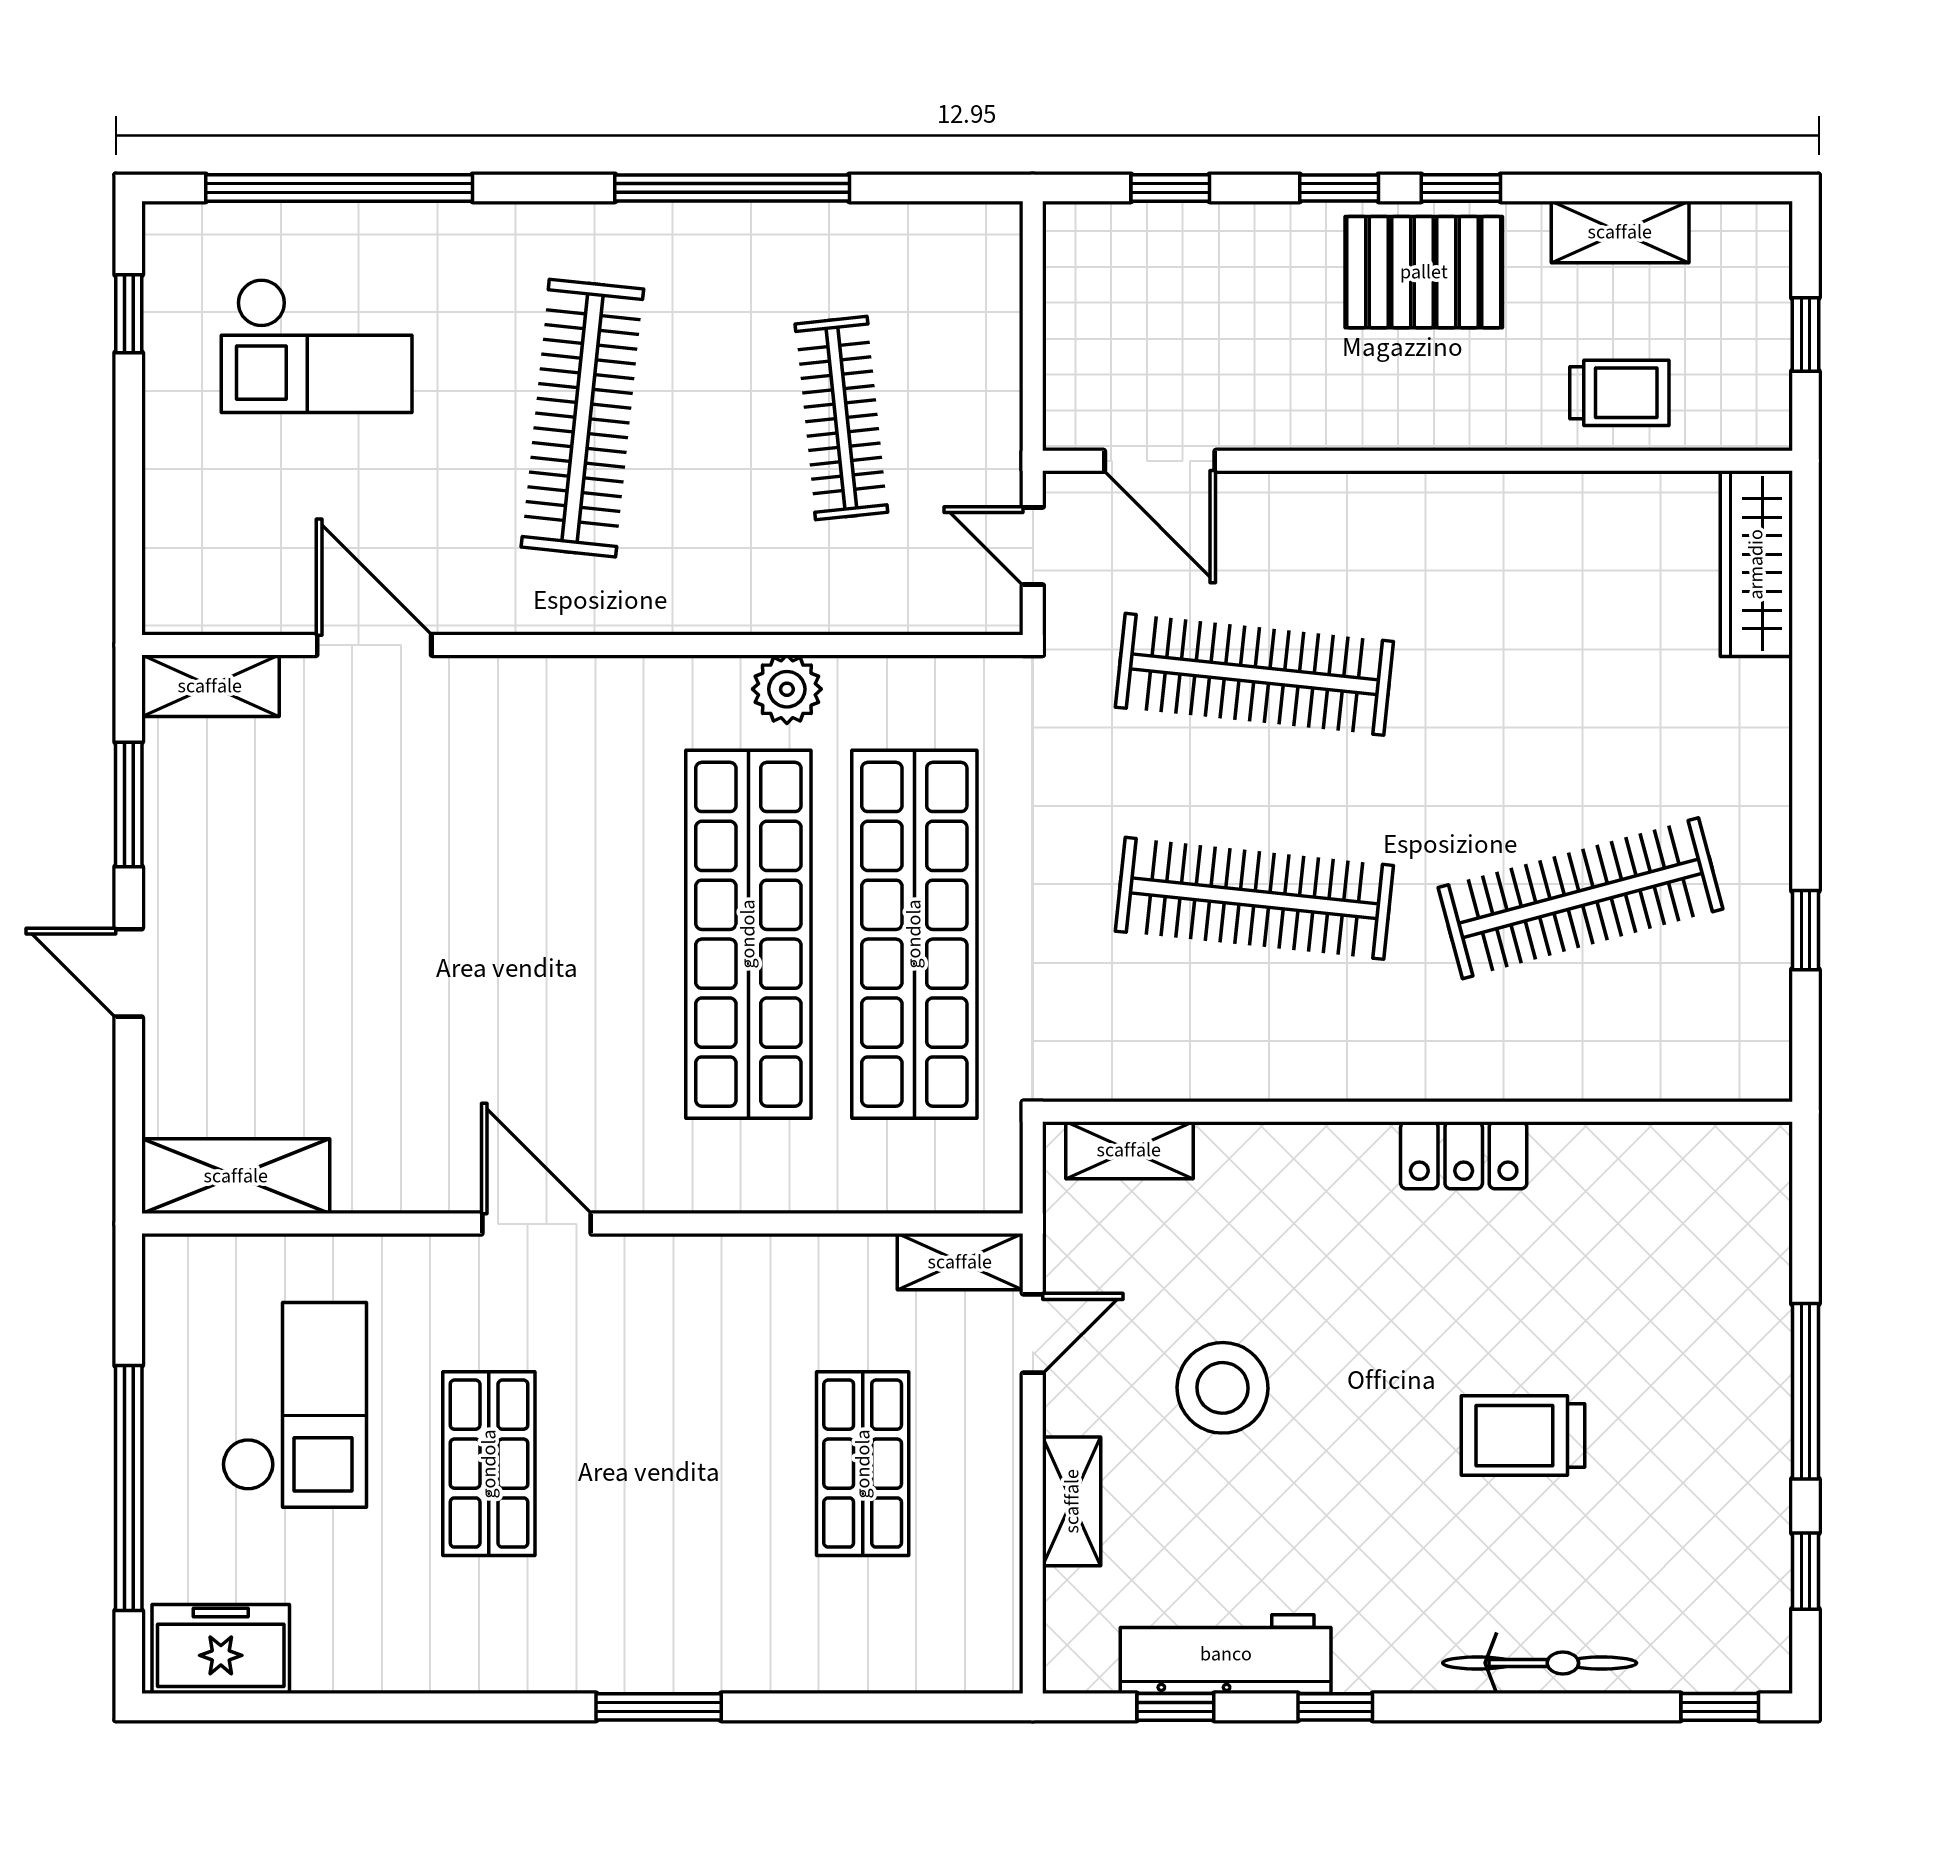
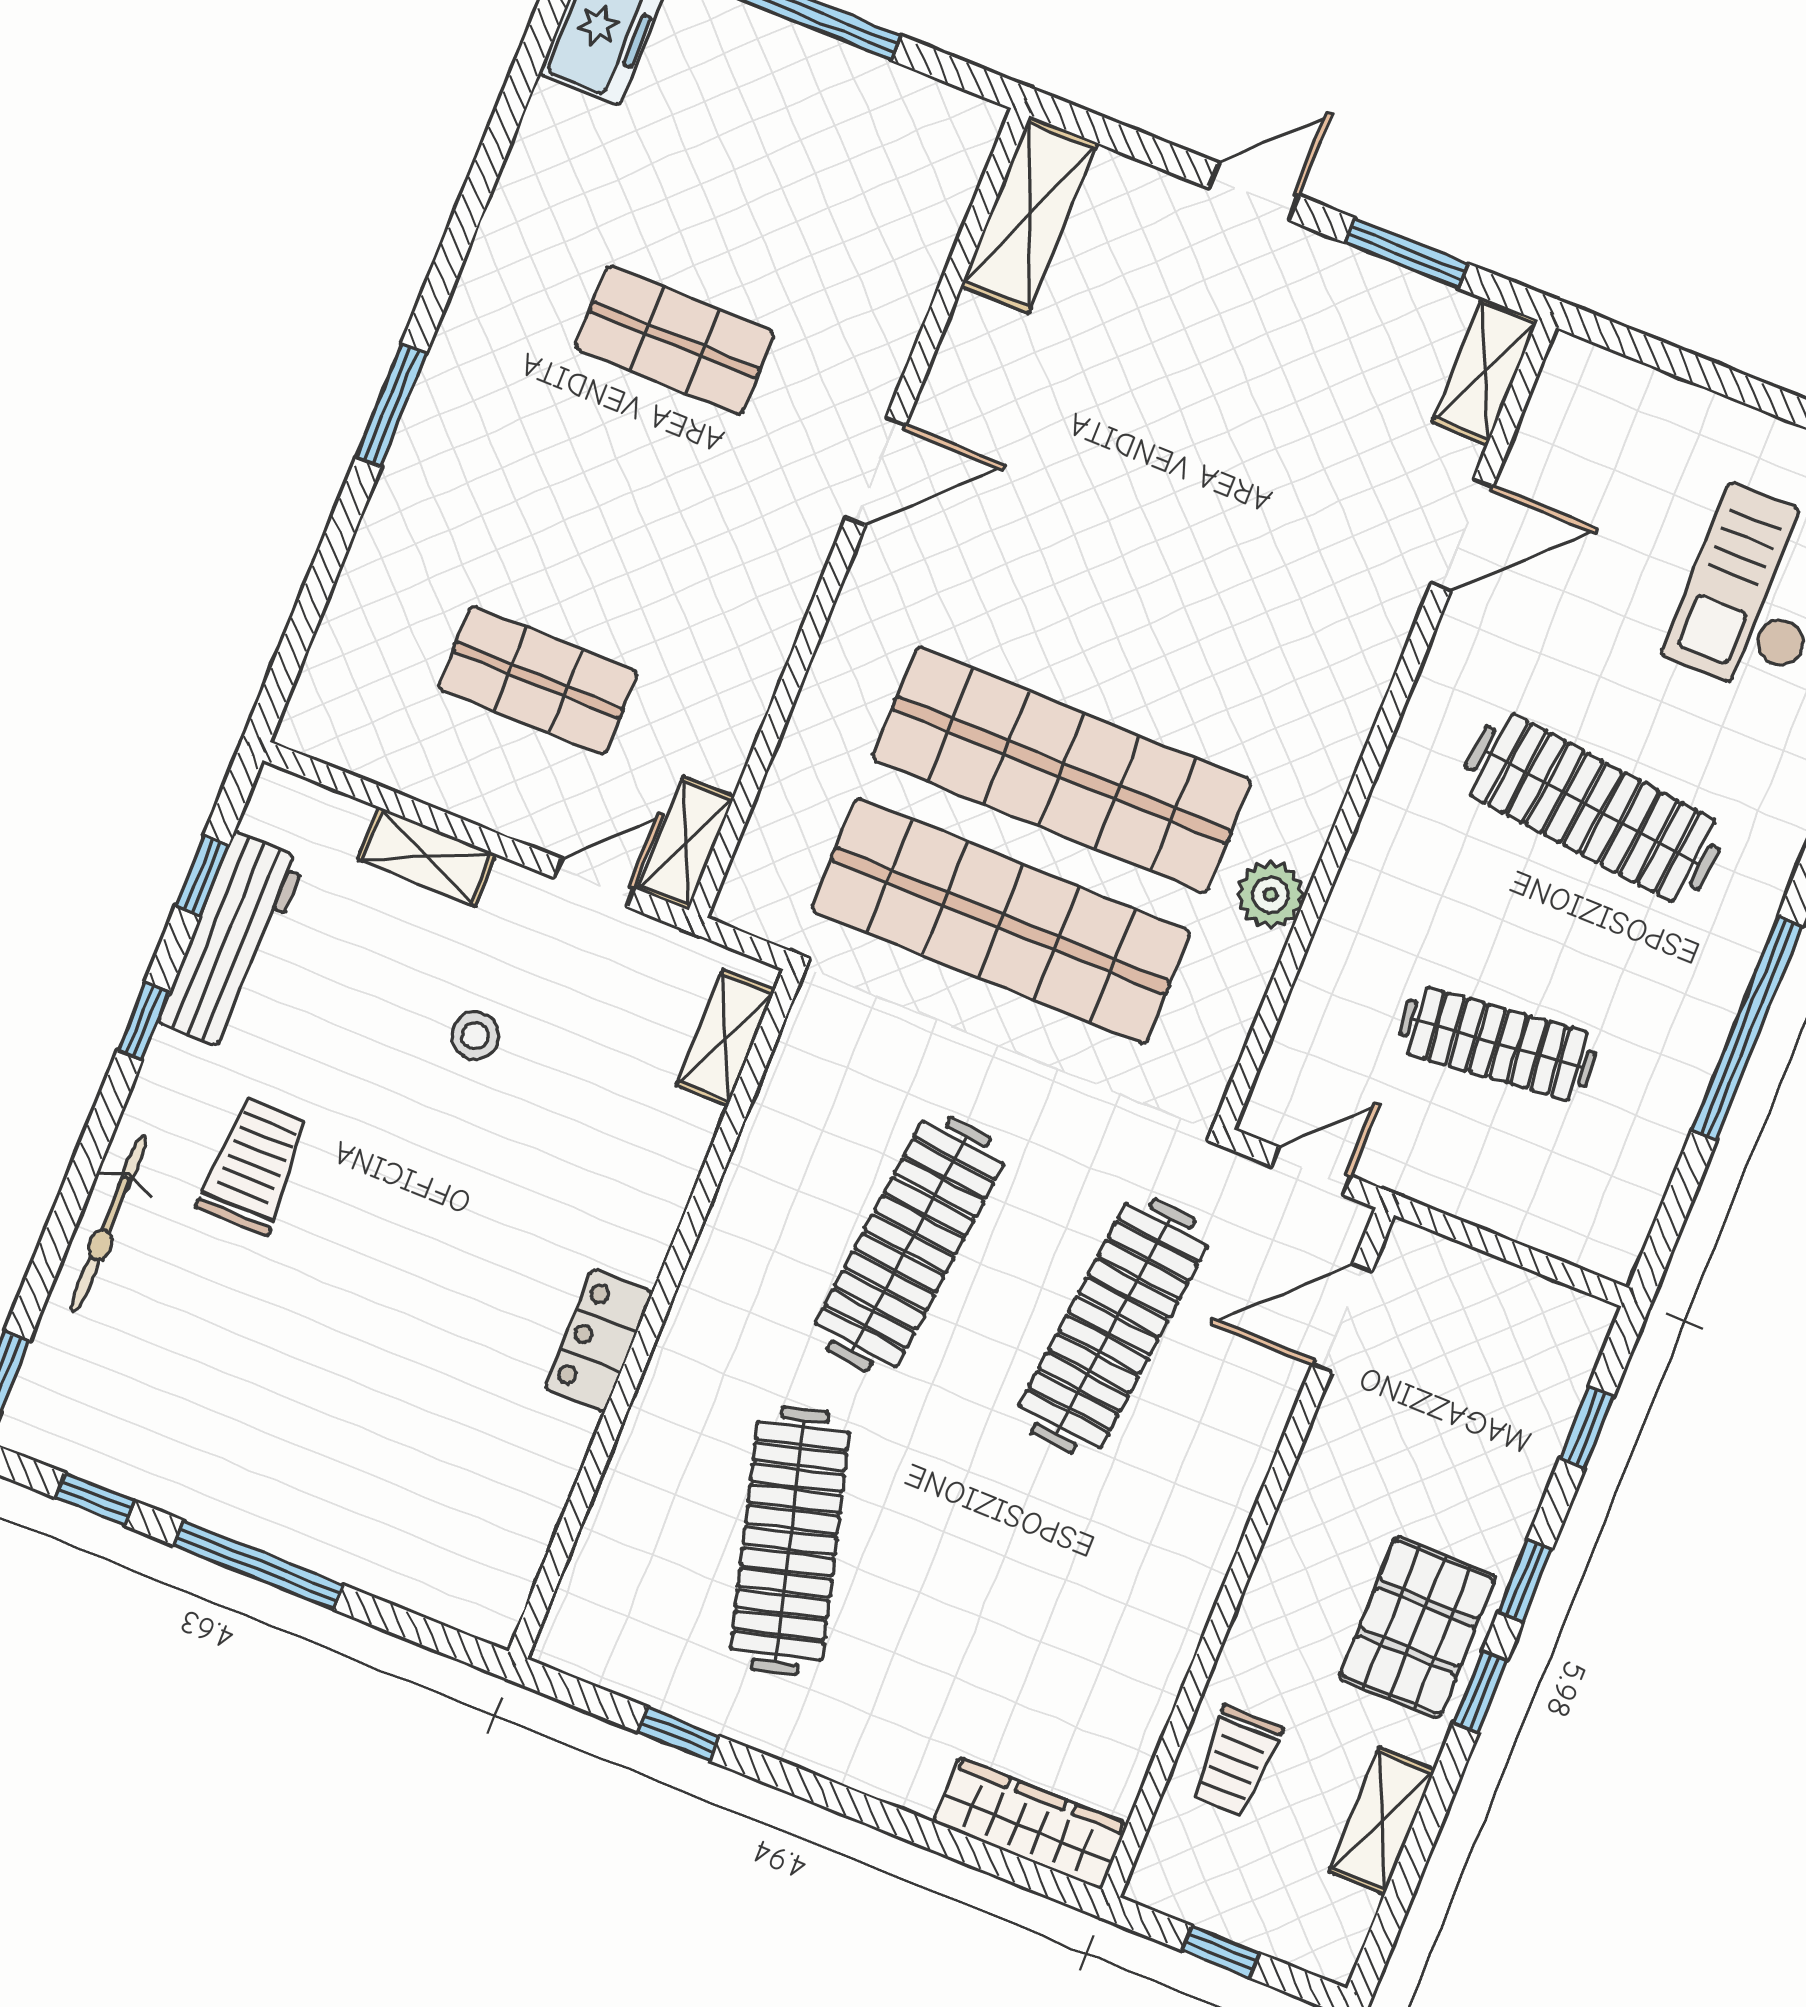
door: (1033, 1334) -> (594, 883), swing flipped
stool: (1222, 1388) -> (475, 1036), width x0.53, depth x0.53
checkout: (294, 1405) -> (799, 184), removed
trolley: (1523, 1436) -> (253, 1166), moved

